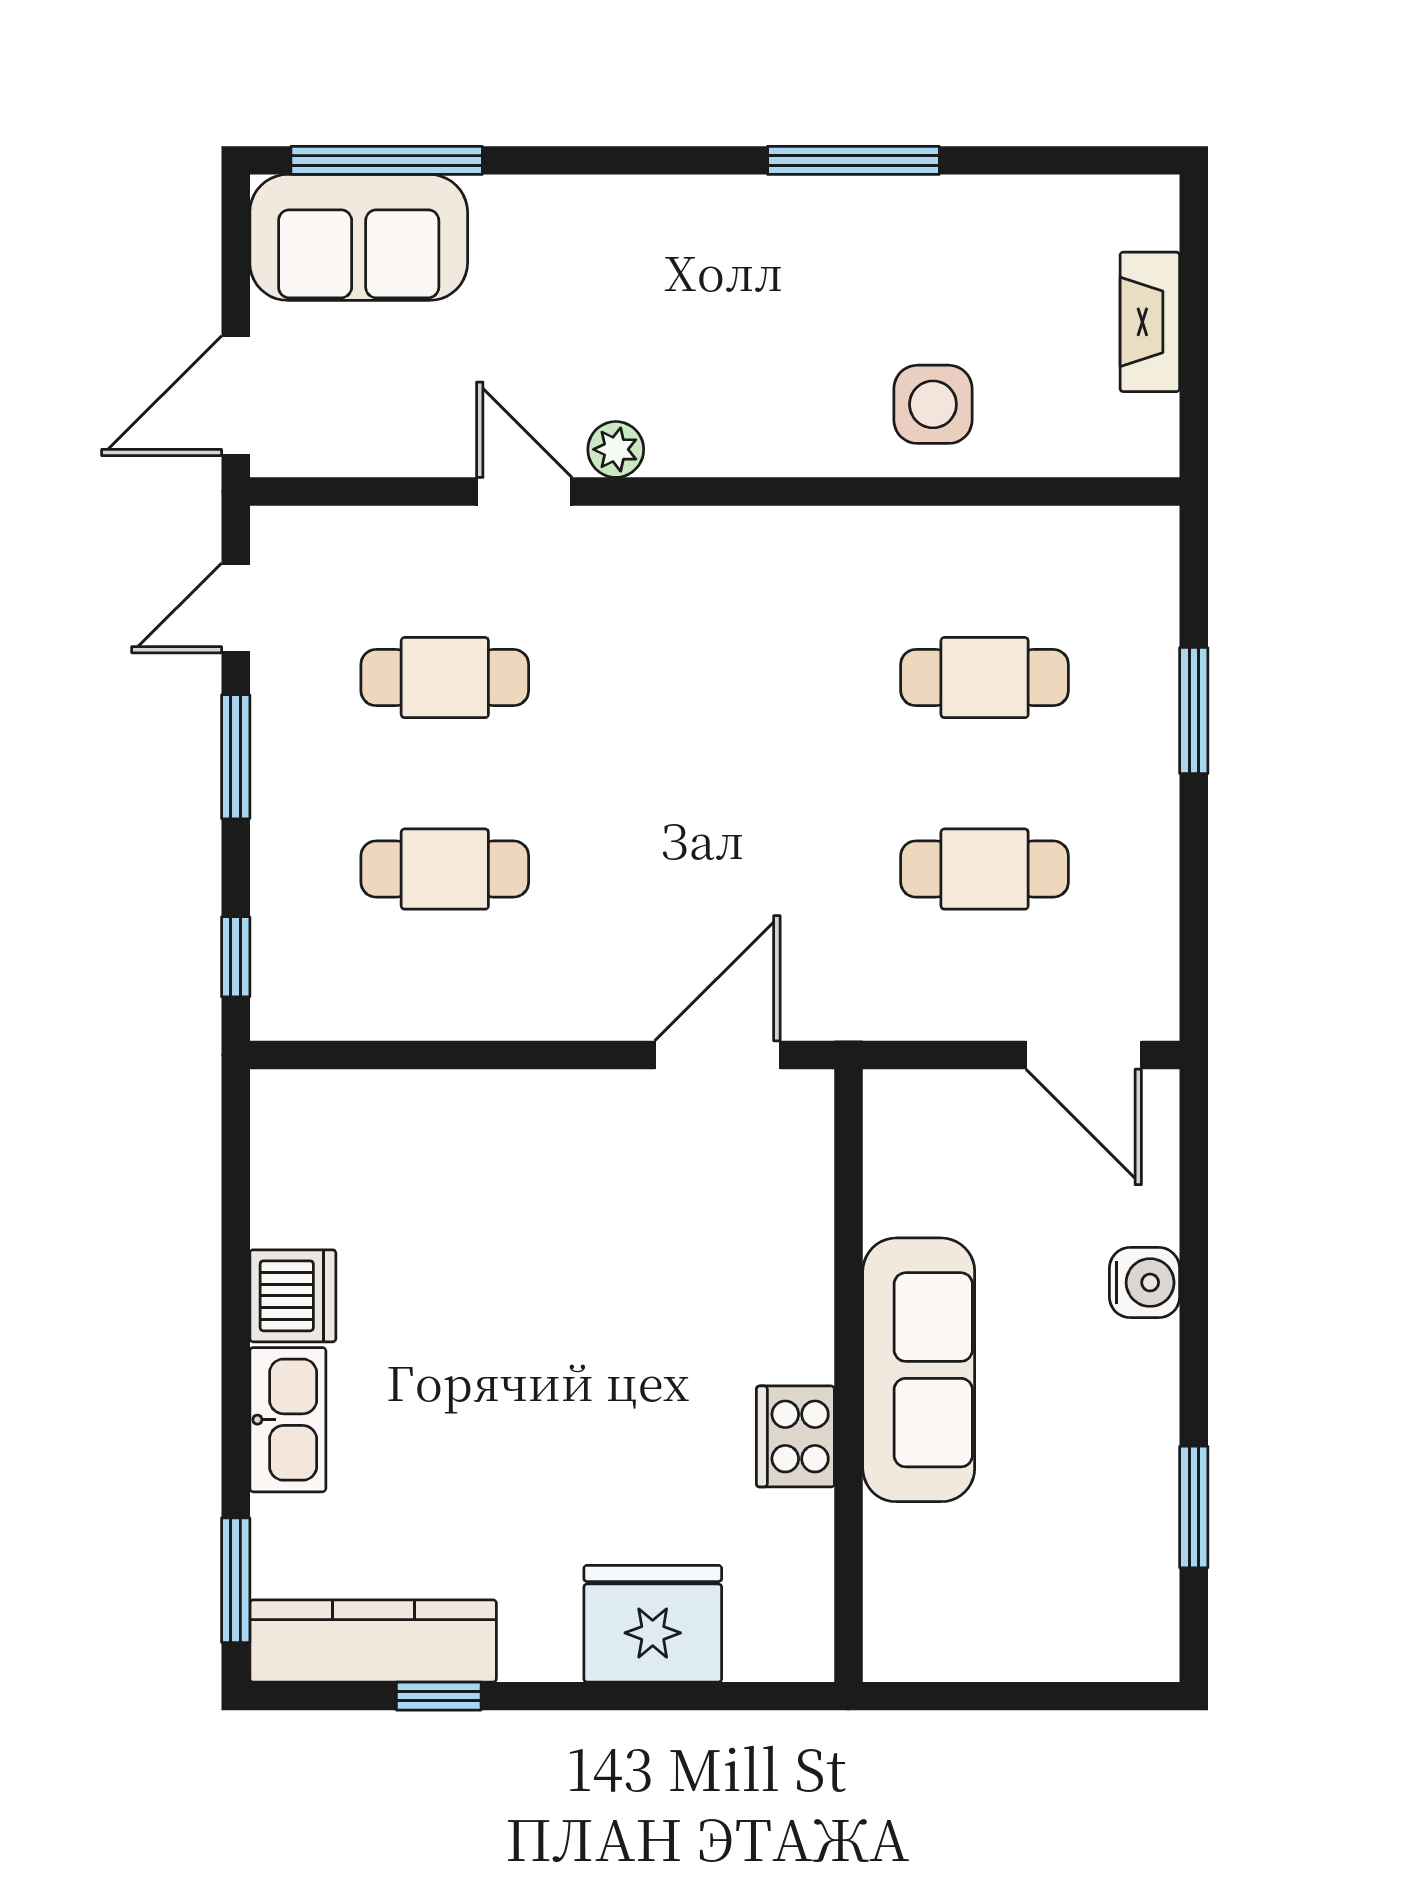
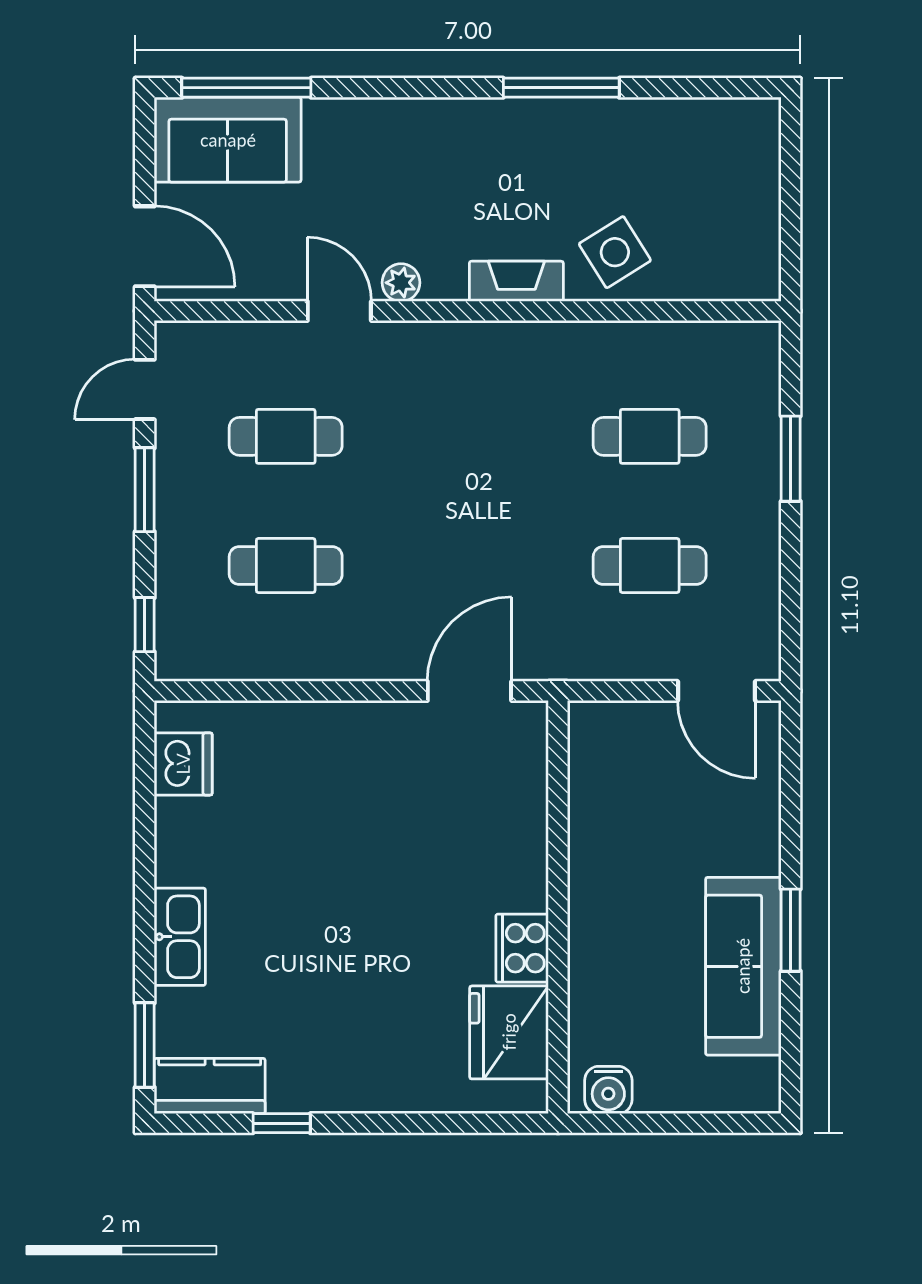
fireplace: (1150, 322) -> (516, 281), moved, turned 90
door: (236, 396) -> (145, 246), swing flipped
side table: (933, 404) -> (615, 252), turned -32
water cooler: (1144, 1283) -> (608, 1090), moved, turned 90
dishwasher: (293, 1296) -> (183, 764), moved
sofa: (919, 1370) -> (743, 966), moved, turned 180
window: (1194, 1507) -> (791, 930), moved
fridge: (653, 1624) -> (509, 1032), moved, turned -90
kitchen counter: (373, 1641) -> (210, 1086), width x0.67

